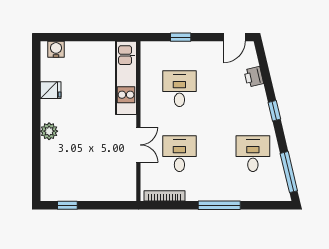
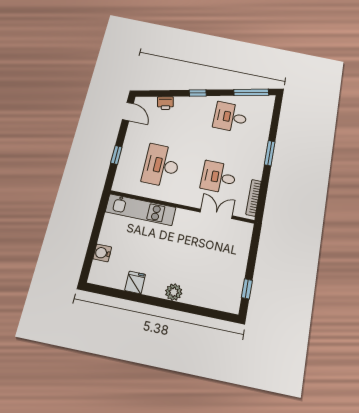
water cooler: (56, 49) -> (102, 253), moved
desk: (179, 89) -> (161, 165), width x1.37
double door: (138, 145) -> (216, 214), moved
window: (219, 205) -> (270, 153), width x0.69

